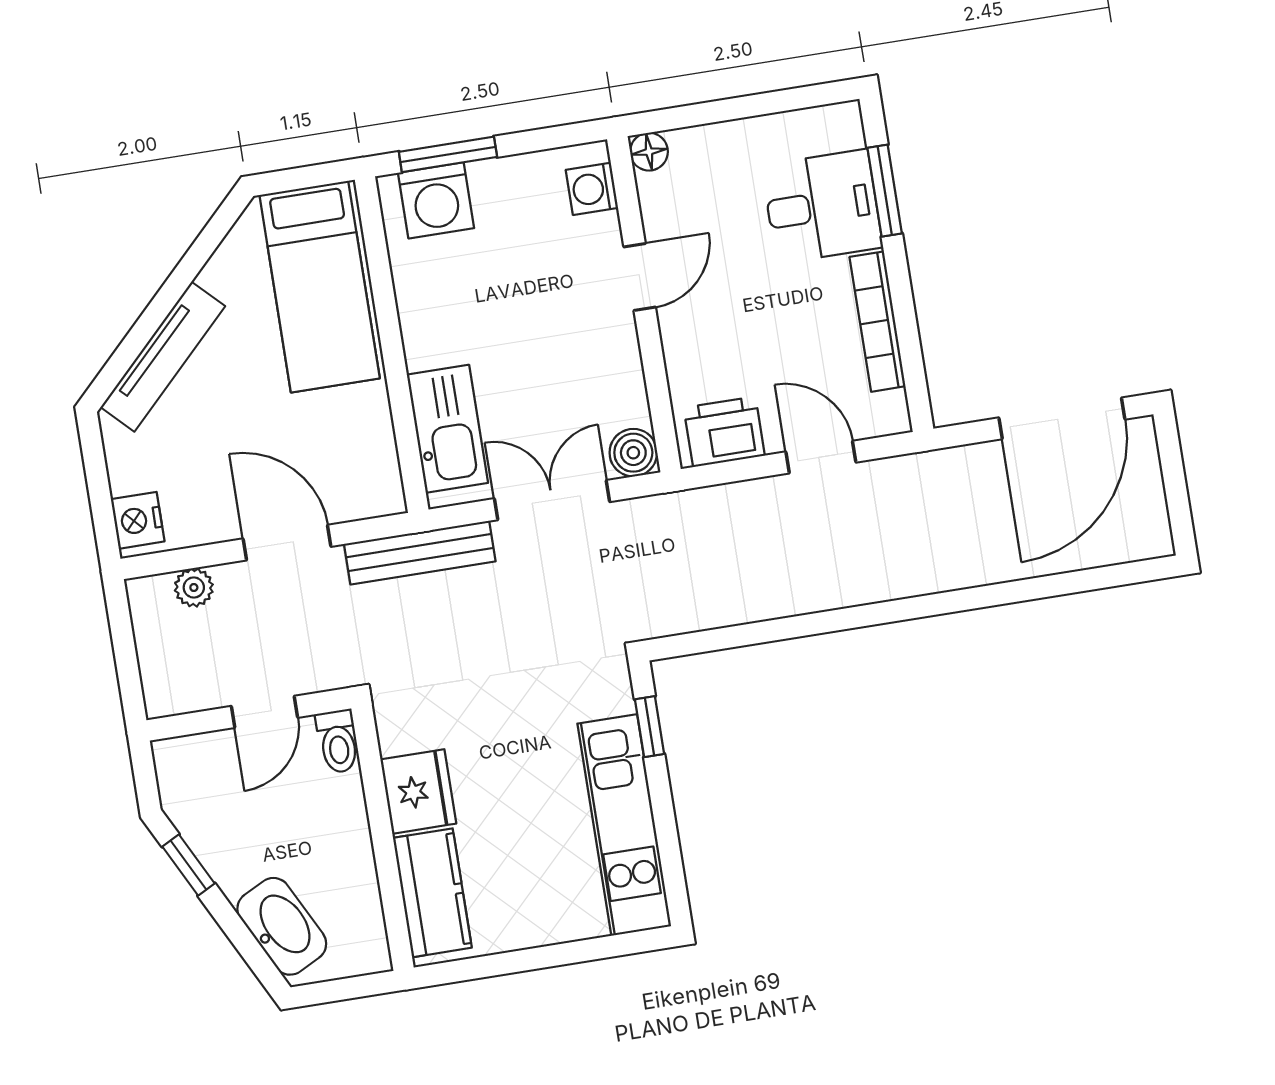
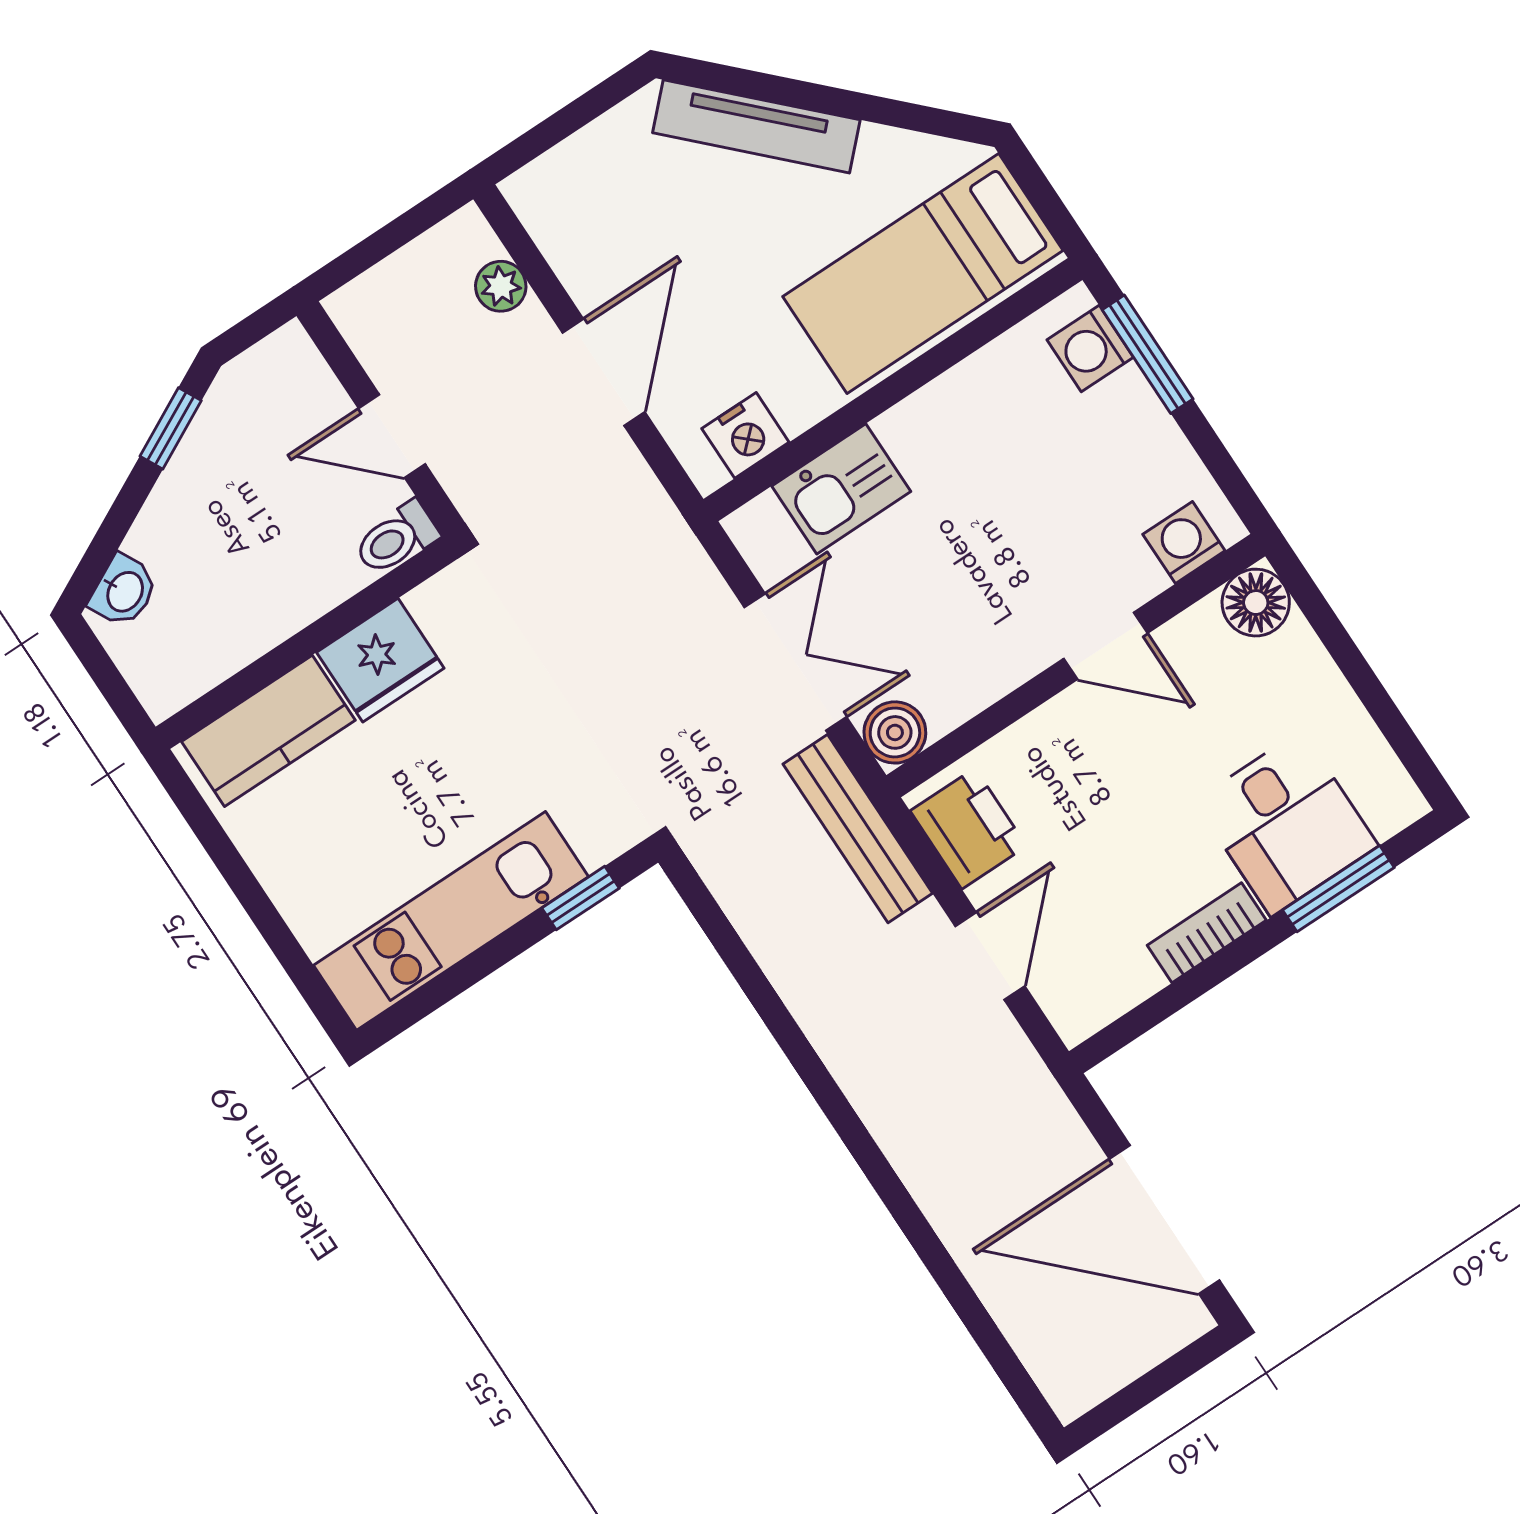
floor lamp: (649, 152) -> (1256, 603), width x1.37, depth x1.37
washing machine: (436, 200) -> (1090, 348), width x0.73, depth x0.73
bookcase: (878, 322) -> (1207, 933), width x0.64
kitchen sink: (447, 429) -> (841, 489), width x0.73
nightstand: (138, 520) -> (745, 435), moved, turned 180
bench: (420, 553) -> (858, 829), moved
washbasin: (282, 926) -> (124, 591), width x0.52, depth x0.69

